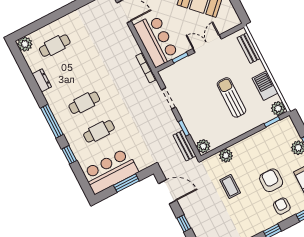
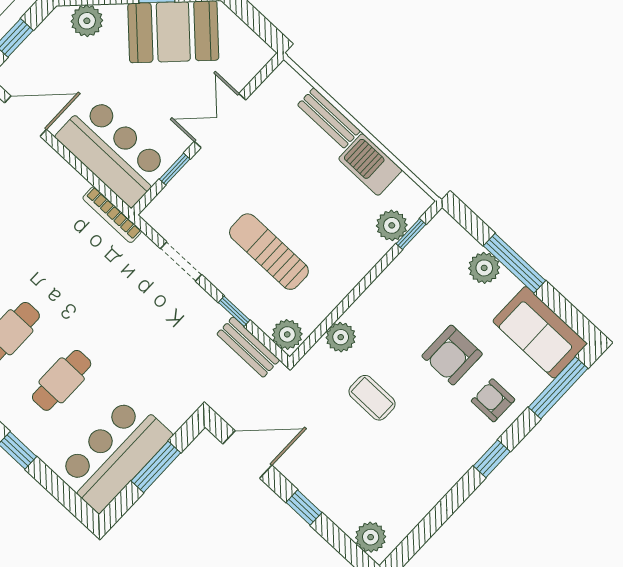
bench: (249, 48) -> (329, 118), moved
sun lounger: (231, 97) -> (269, 252), moved
plant: (278, 108) -> (392, 225), moved
armchair: (271, 180) -> (452, 355), turned -90

